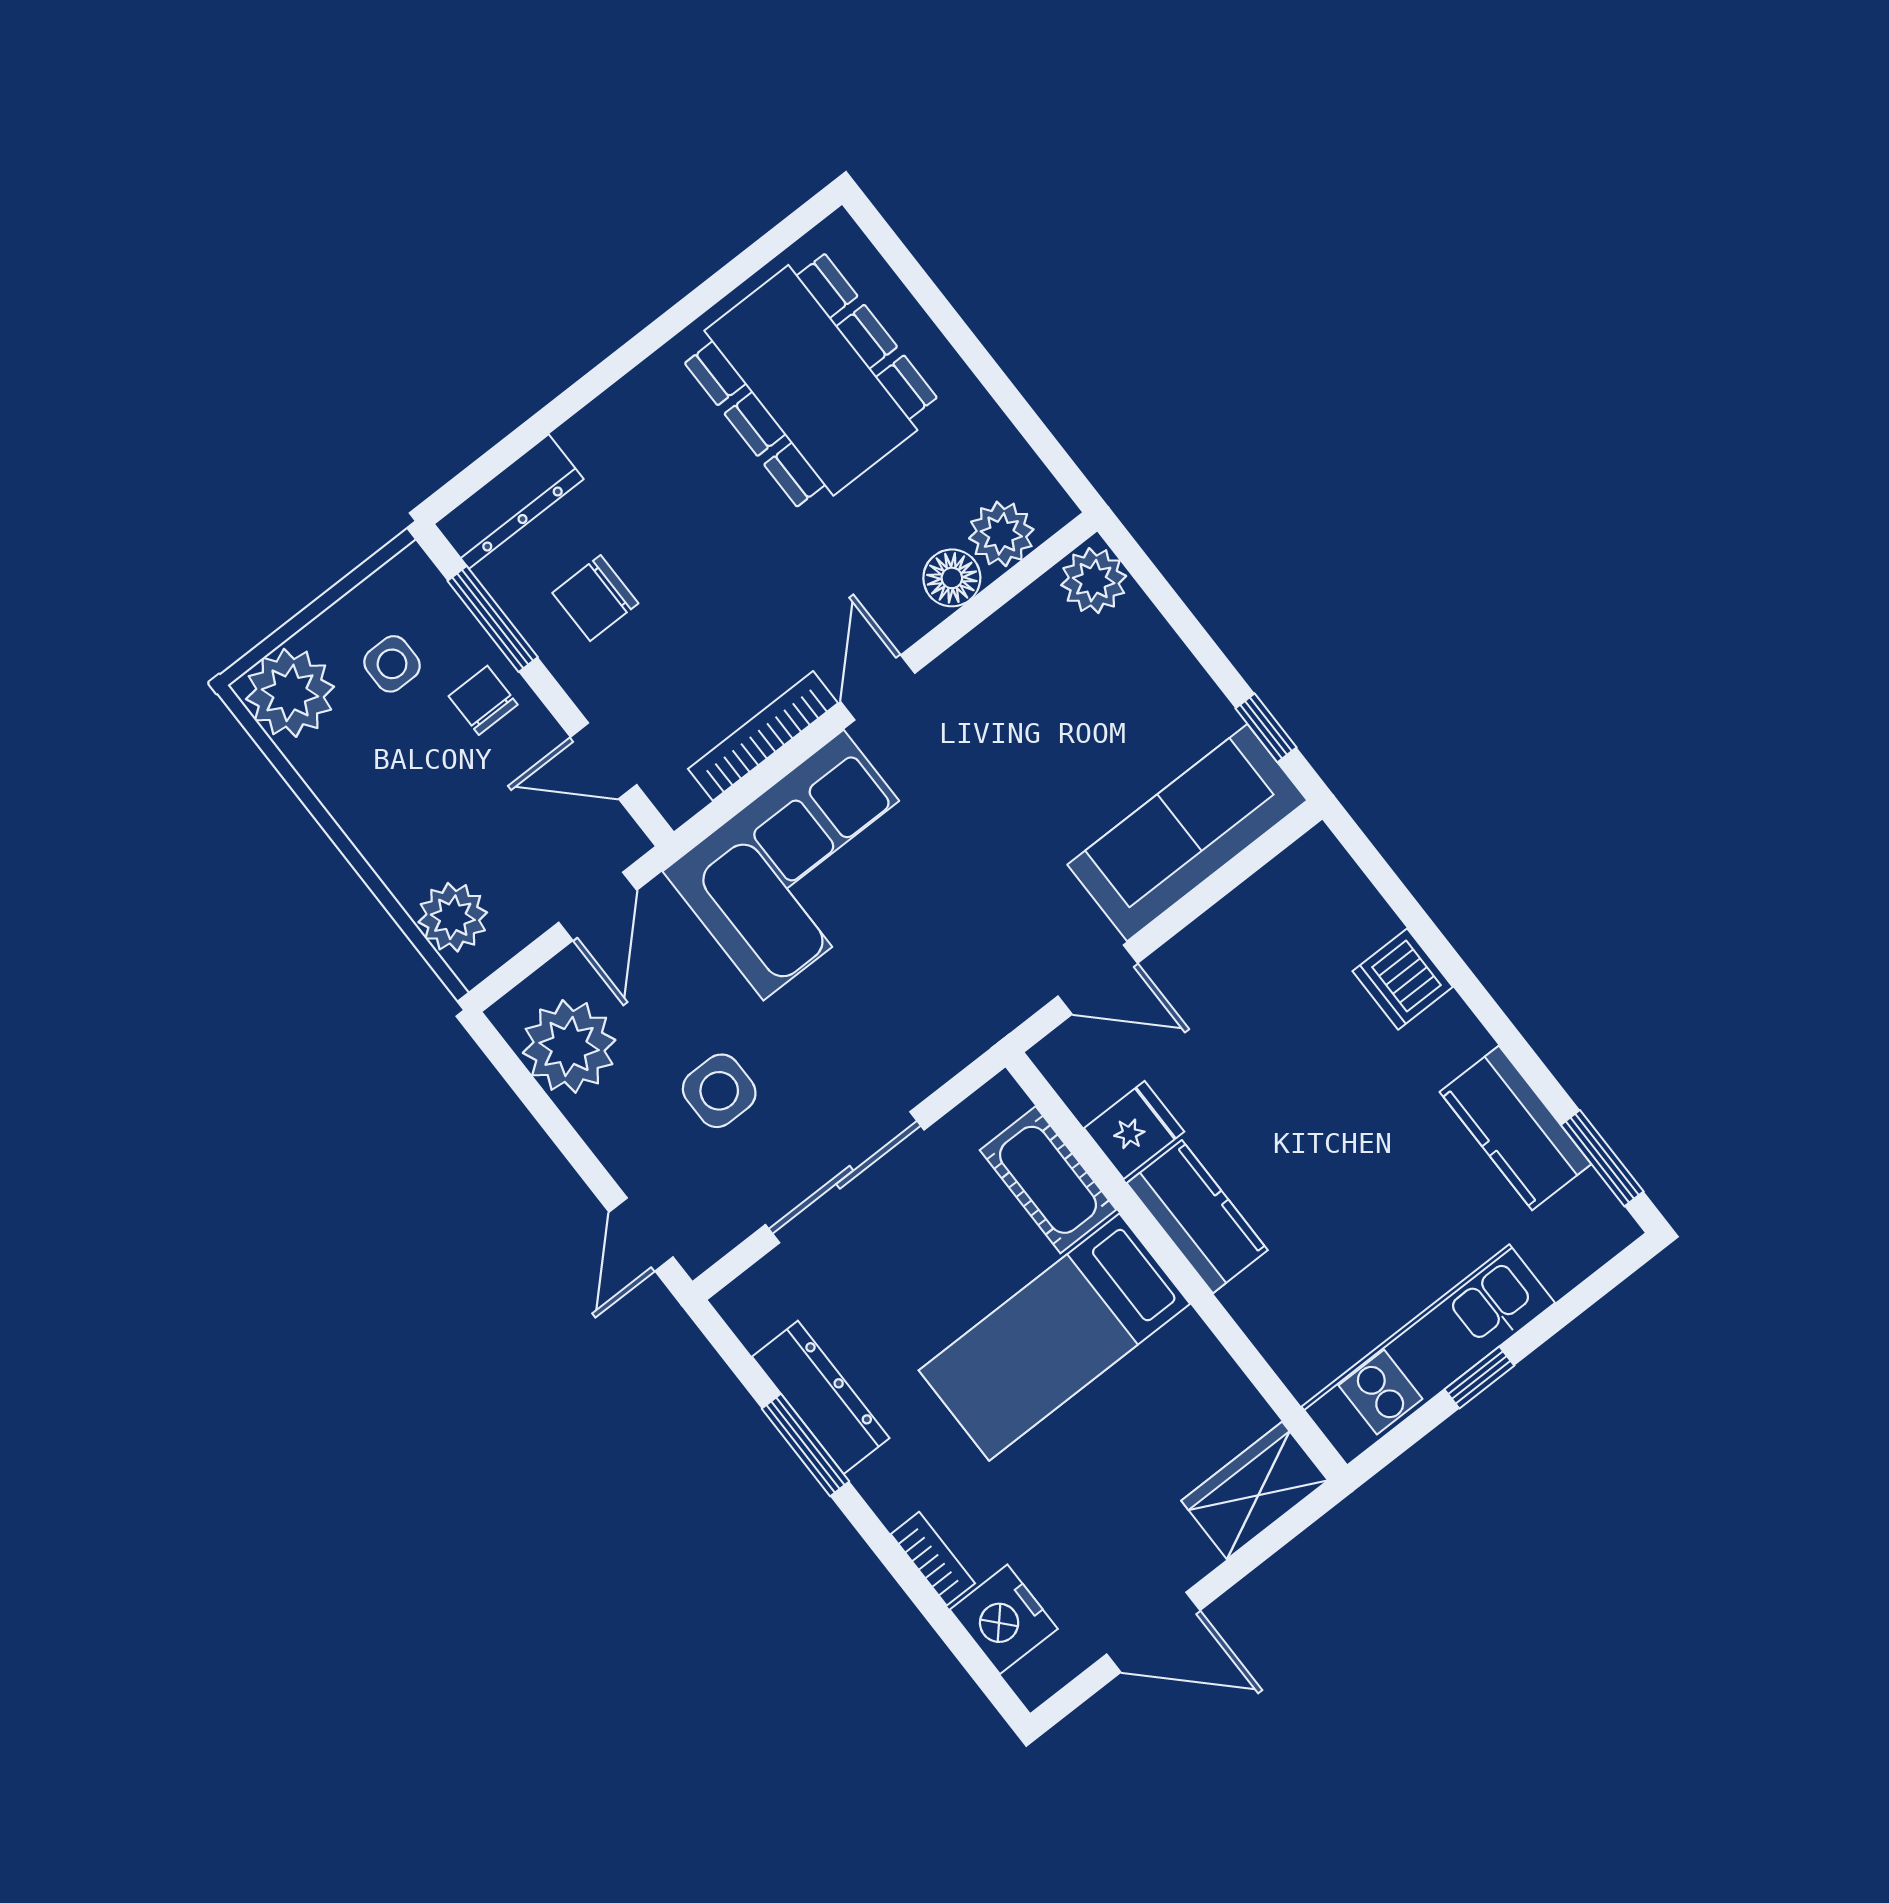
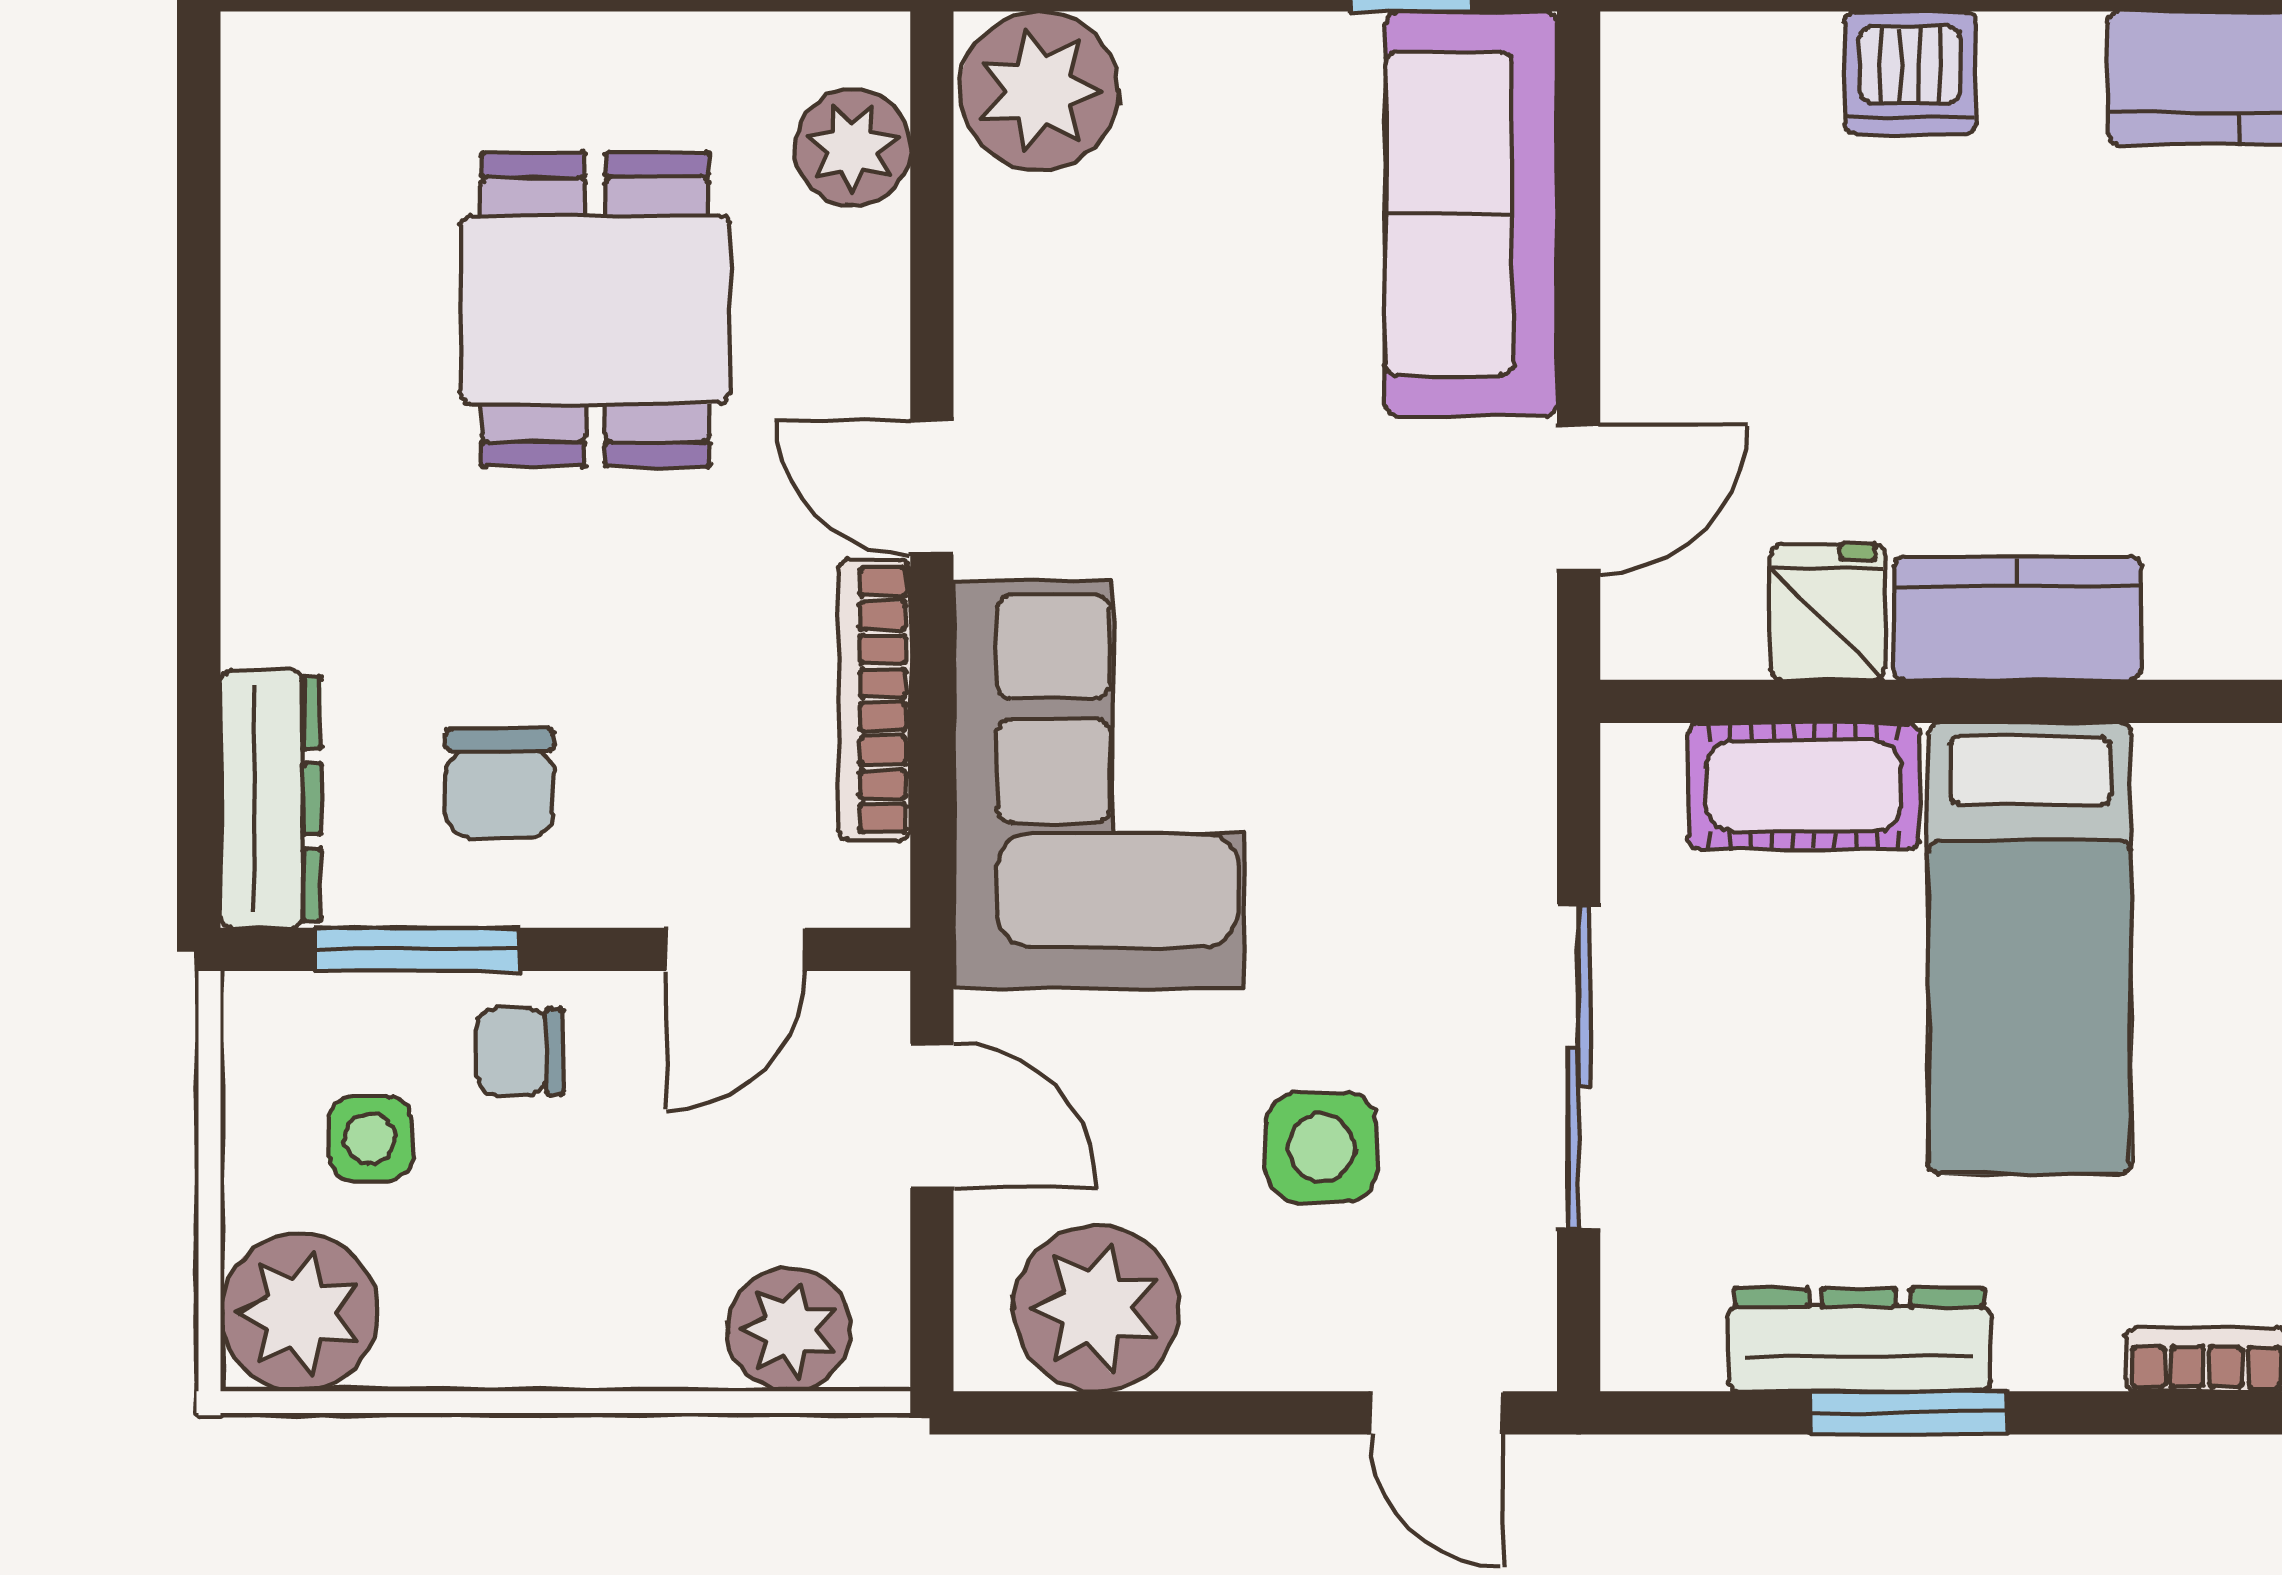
dining table: (811, 380) -> (595, 309), moved, width x0.73
floor lamp: (952, 578) -> (860, 265), removed
plant: (1094, 581) -> (1039, 91), width x1.36, depth x1.36

